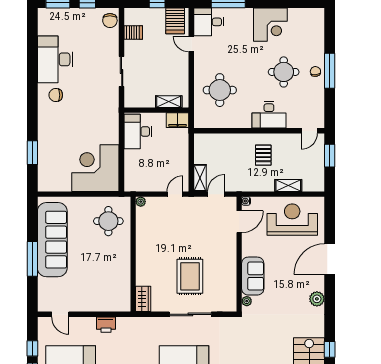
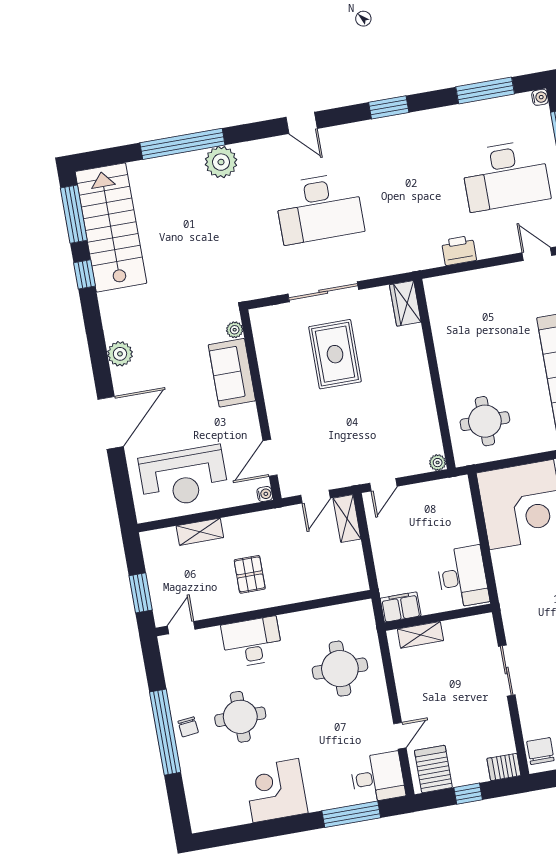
server rack: (133, 32) -> (504, 767), moved
door: (191, 44) -> (400, 736), hinge flipped
window: (330, 71) -> (165, 732), width x1.46

